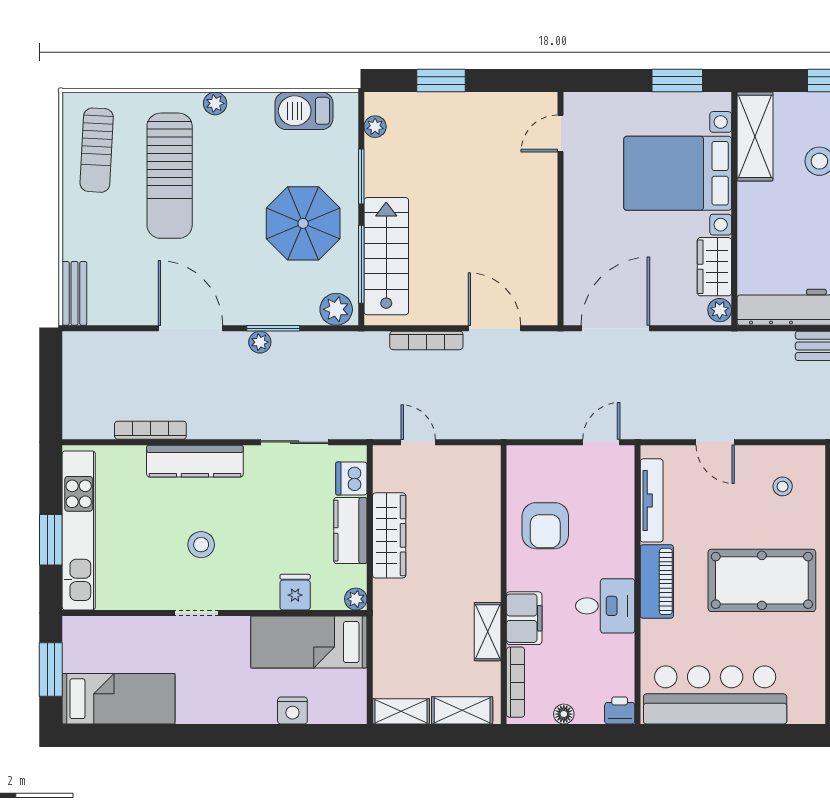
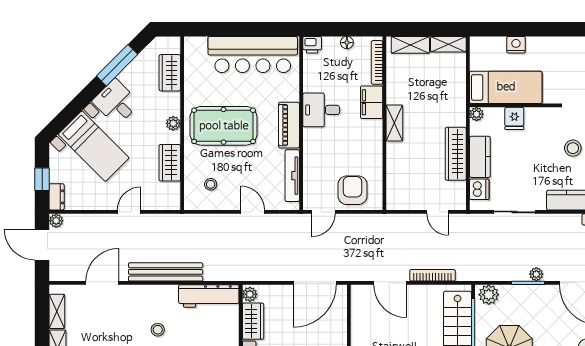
armchair: (545, 526) -> (353, 190), moved
shelving: (488, 632) -> (394, 123), moved

